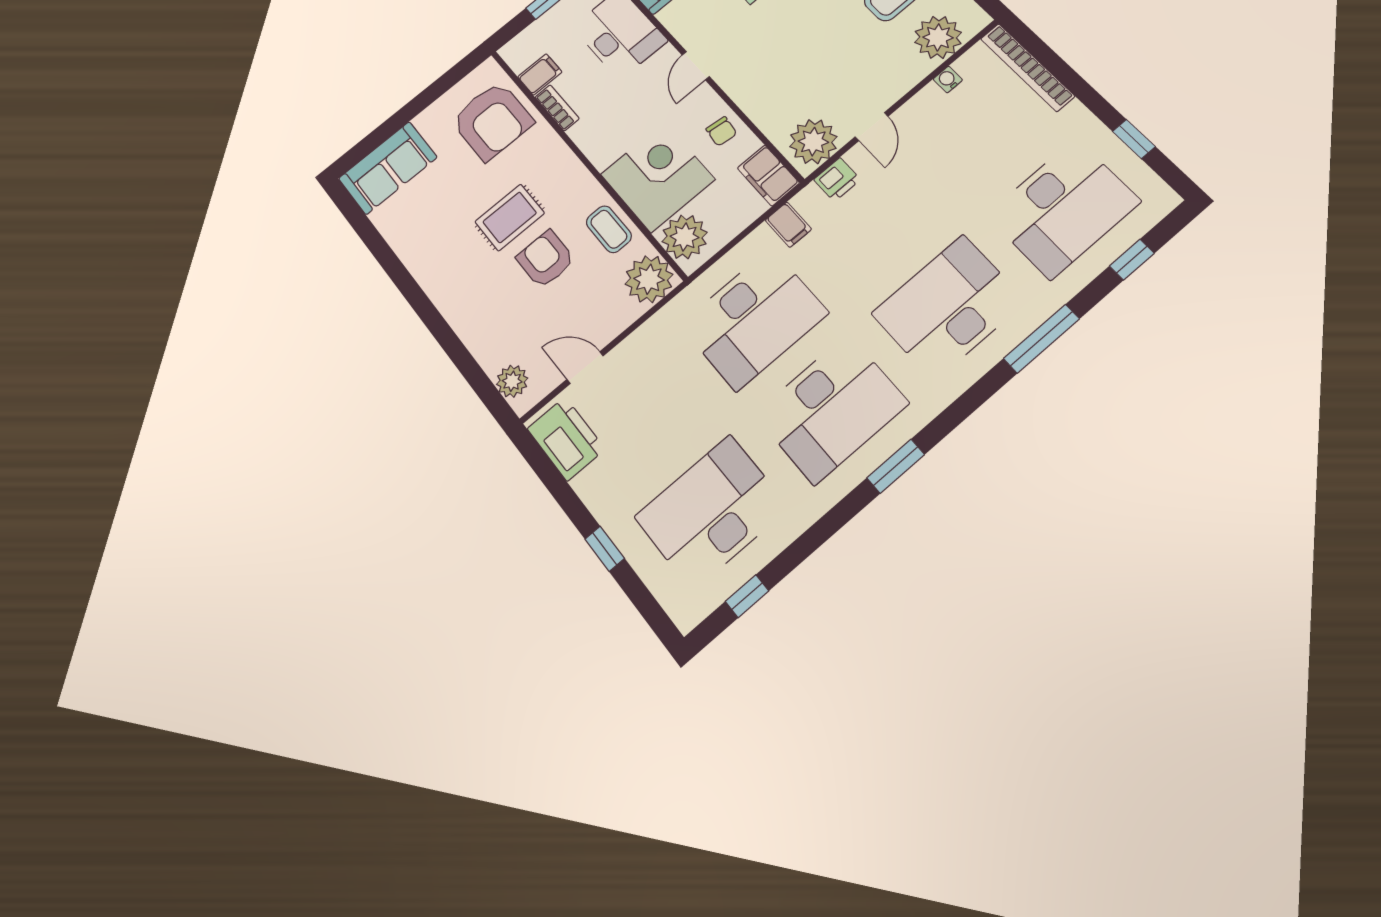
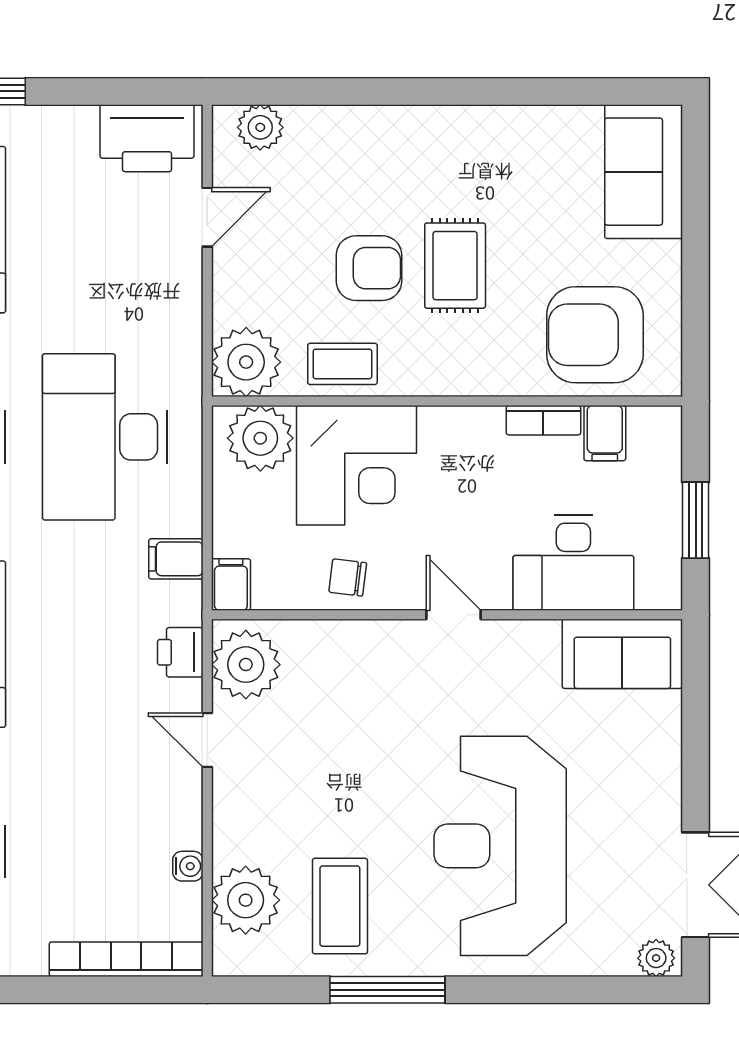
filing cabinet: (768, 175) -> (231, 584), width x0.50

